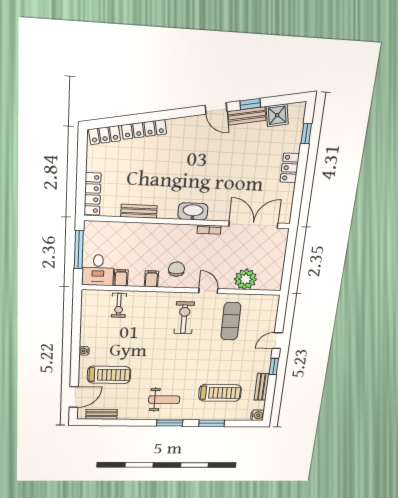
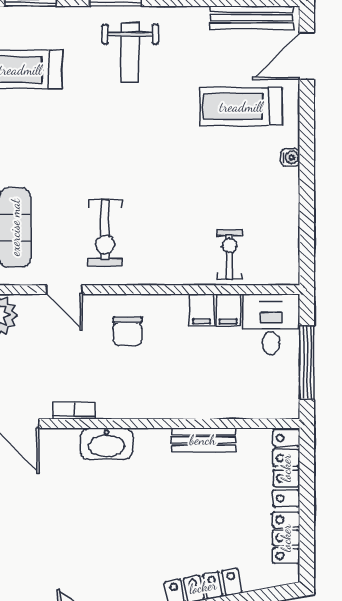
locker: (104, 135) -> (286, 538), moved, turned -79
filing cabinet: (151, 279) -> (202, 310), moved
weight bench: (164, 400) -> (130, 53), turned -90
bench: (101, 414) -> (252, 18), width x1.36

